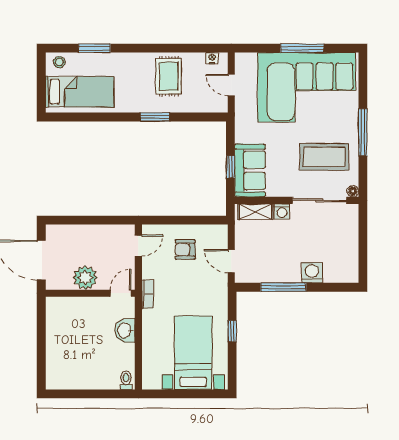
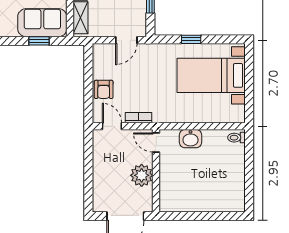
armchair: (185, 250) -> (104, 89), moved
bookcase: (148, 294) -> (138, 118), moved

